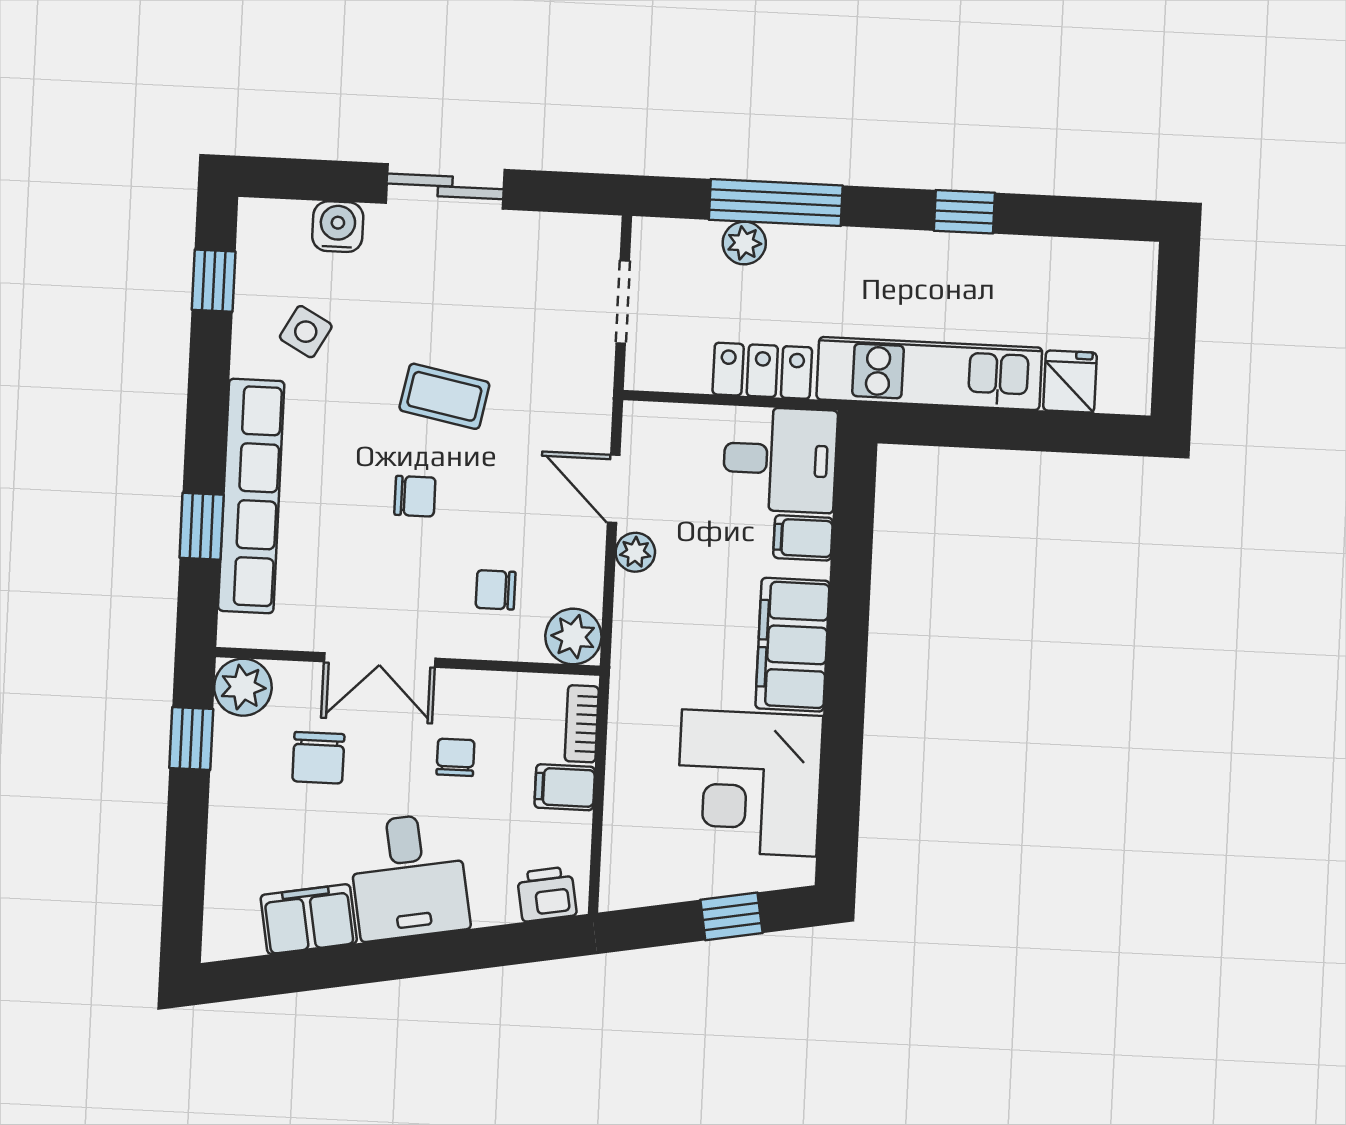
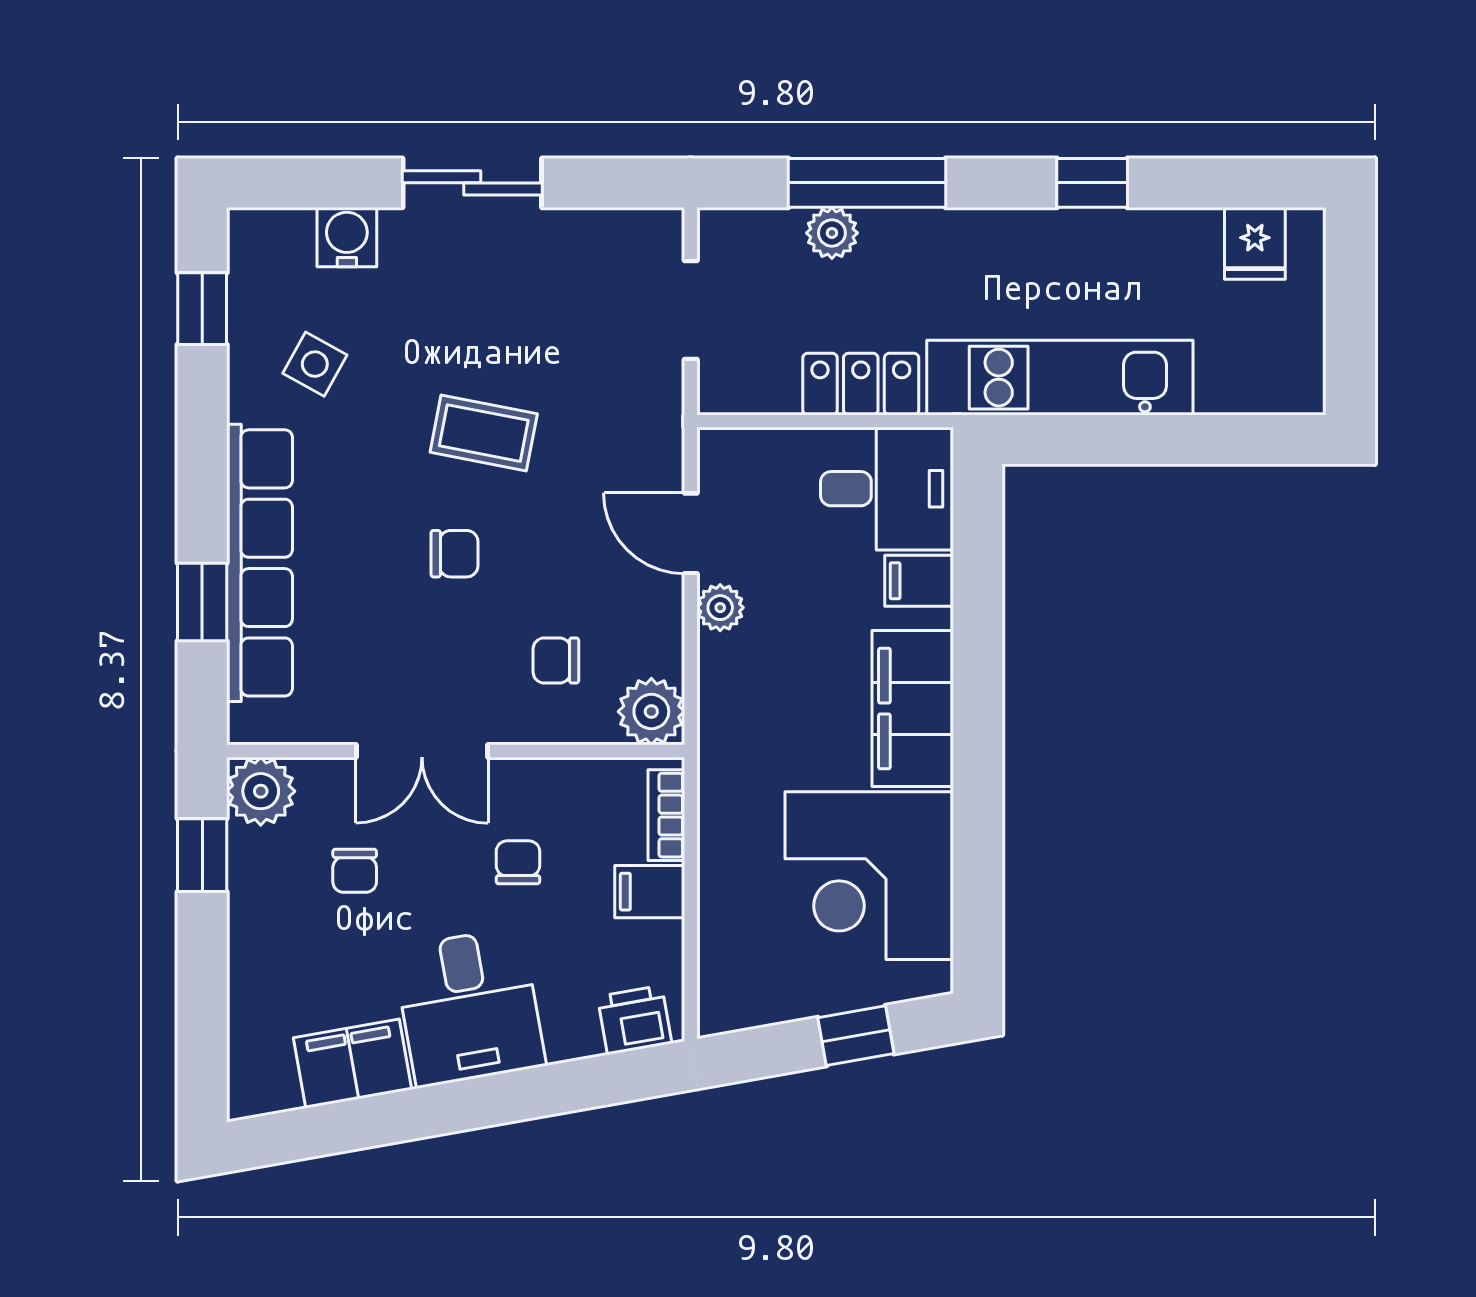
fridge: (1070, 382) -> (1255, 243), moved, turned 180
chair: (318, 758) -> (355, 871), width x0.73, depth x0.73

